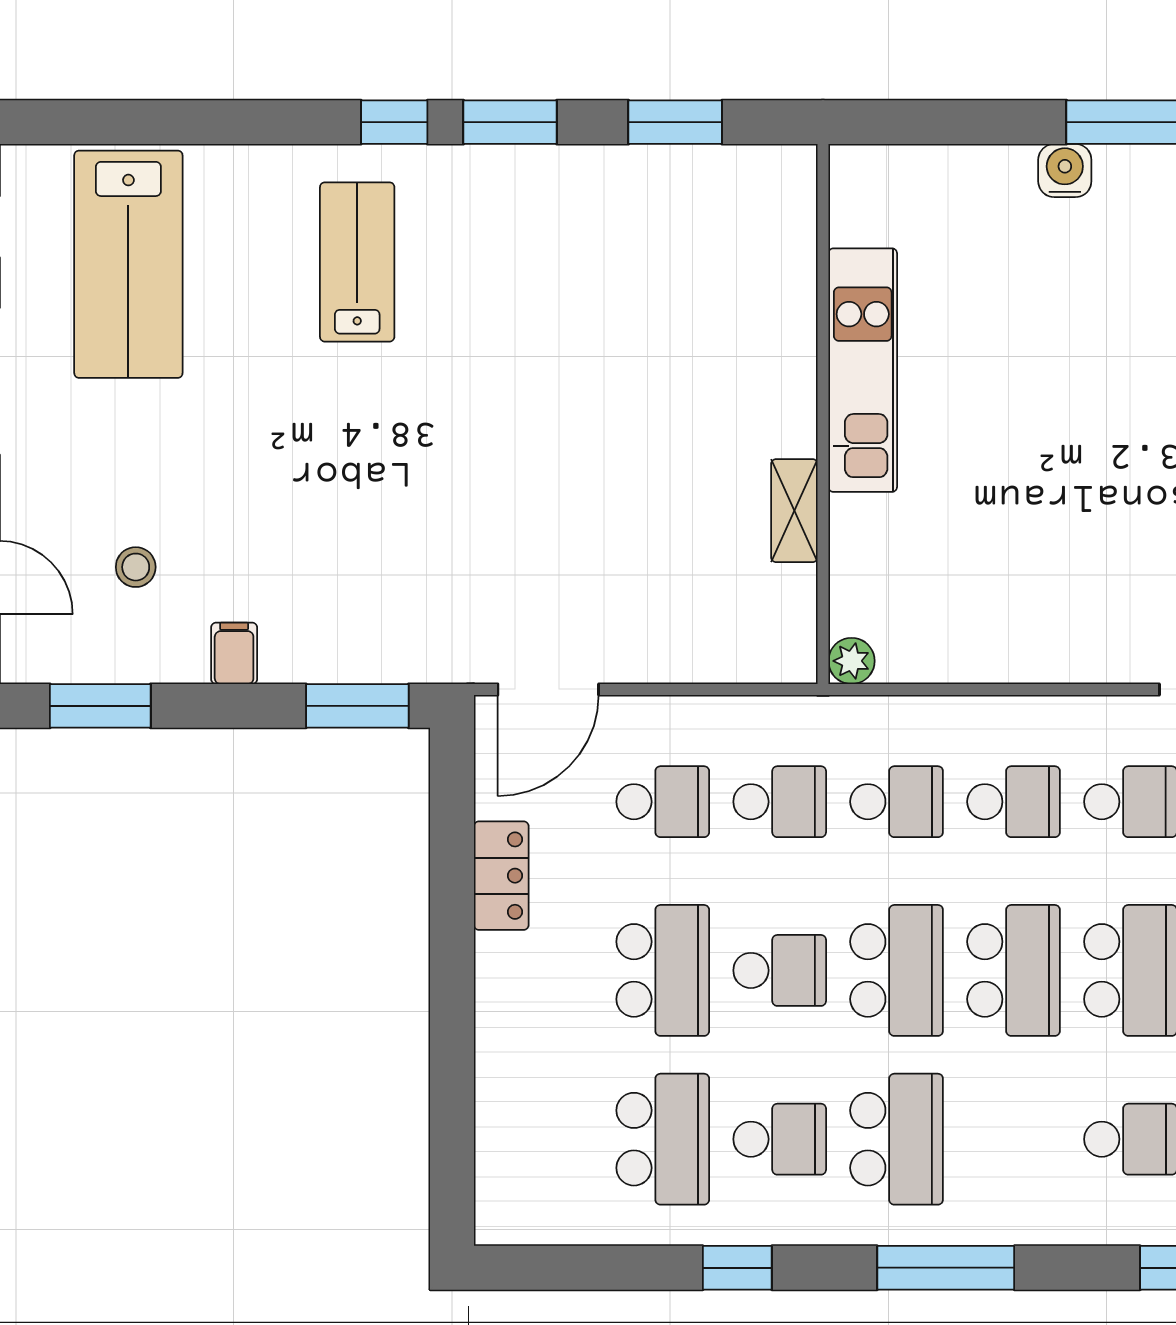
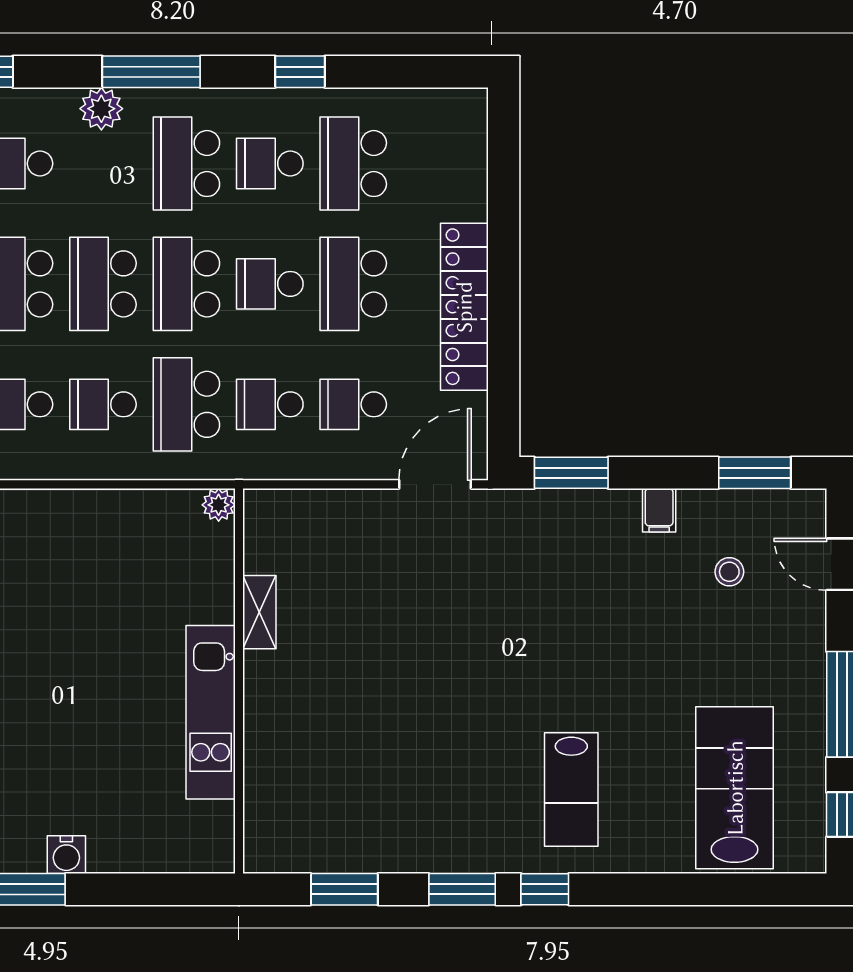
school desk: (897, 802) -> (186, 404), width x1.85
locker: (501, 876) -> (464, 307), width x2.16, depth x1.21
plant: (1016, 1216) -> (101, 109), added

